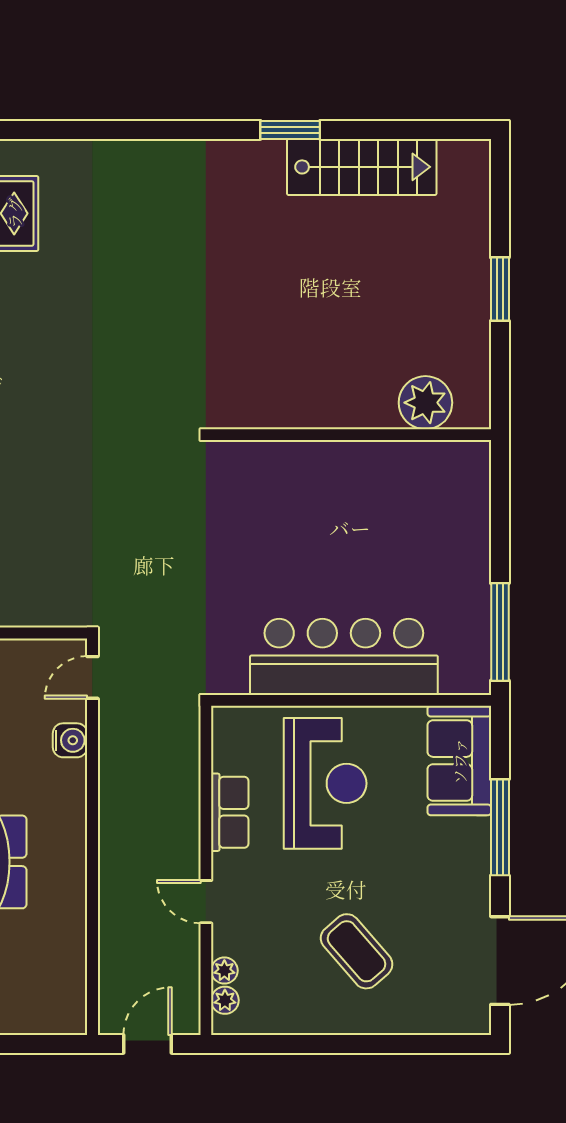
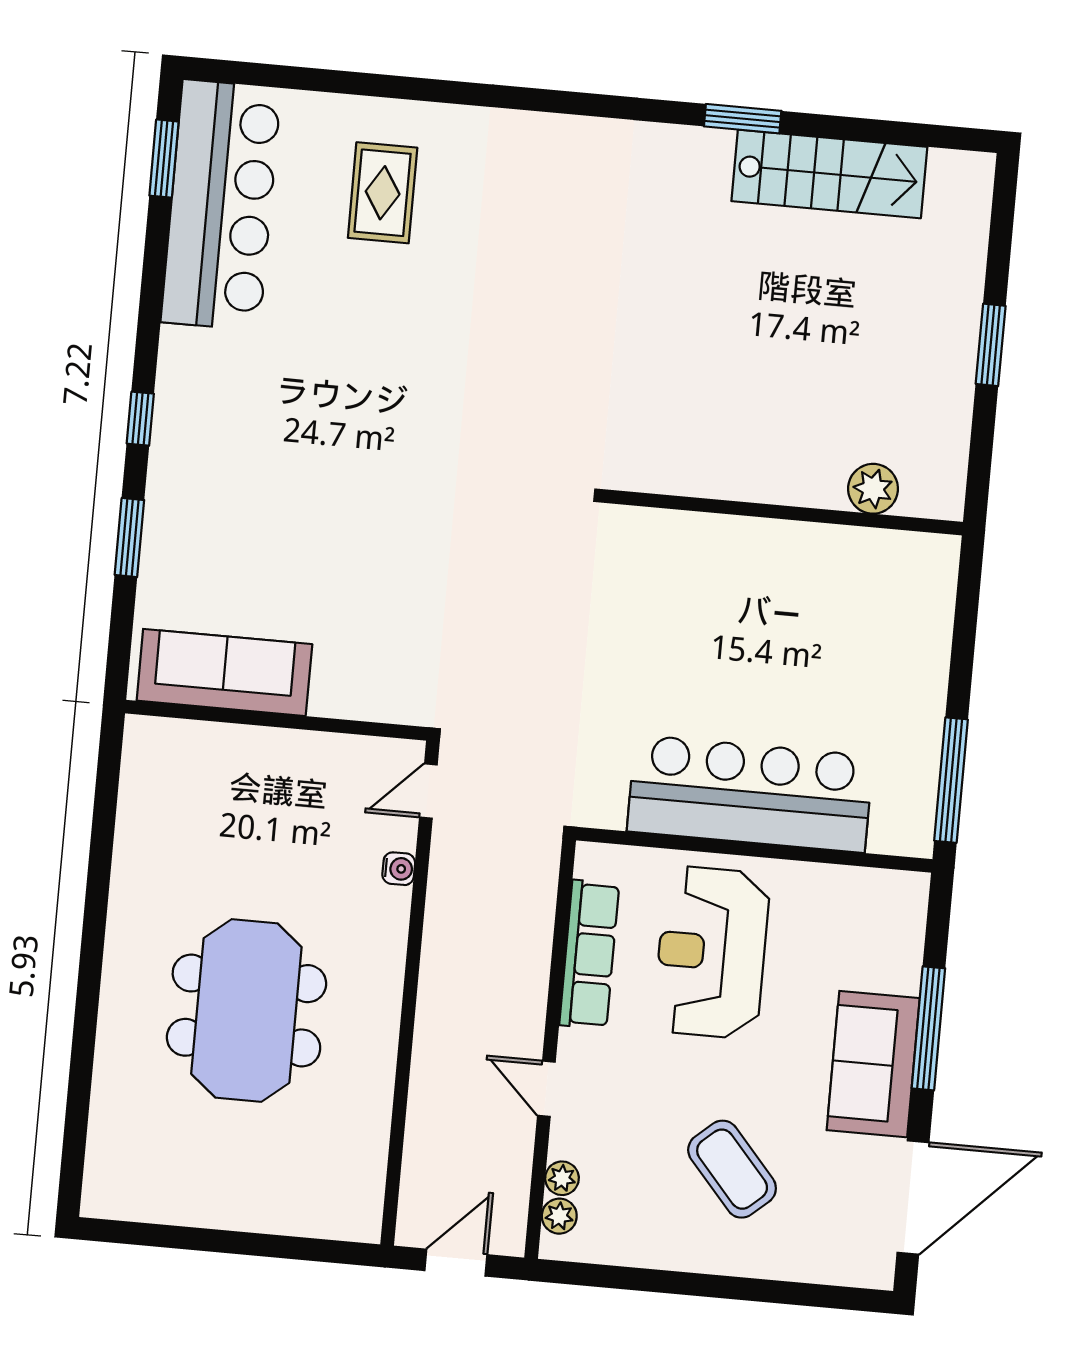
plant: (425, 403) -> (873, 489), width x0.73, depth x0.73
water cooler: (70, 740) -> (399, 869), width x0.72, depth x0.72
sofa: (459, 761) -> (873, 1064), moved
reception desk: (325, 783) -> (712, 952), turned 180
row of seats: (230, 812) -> (589, 954), width x1.48

